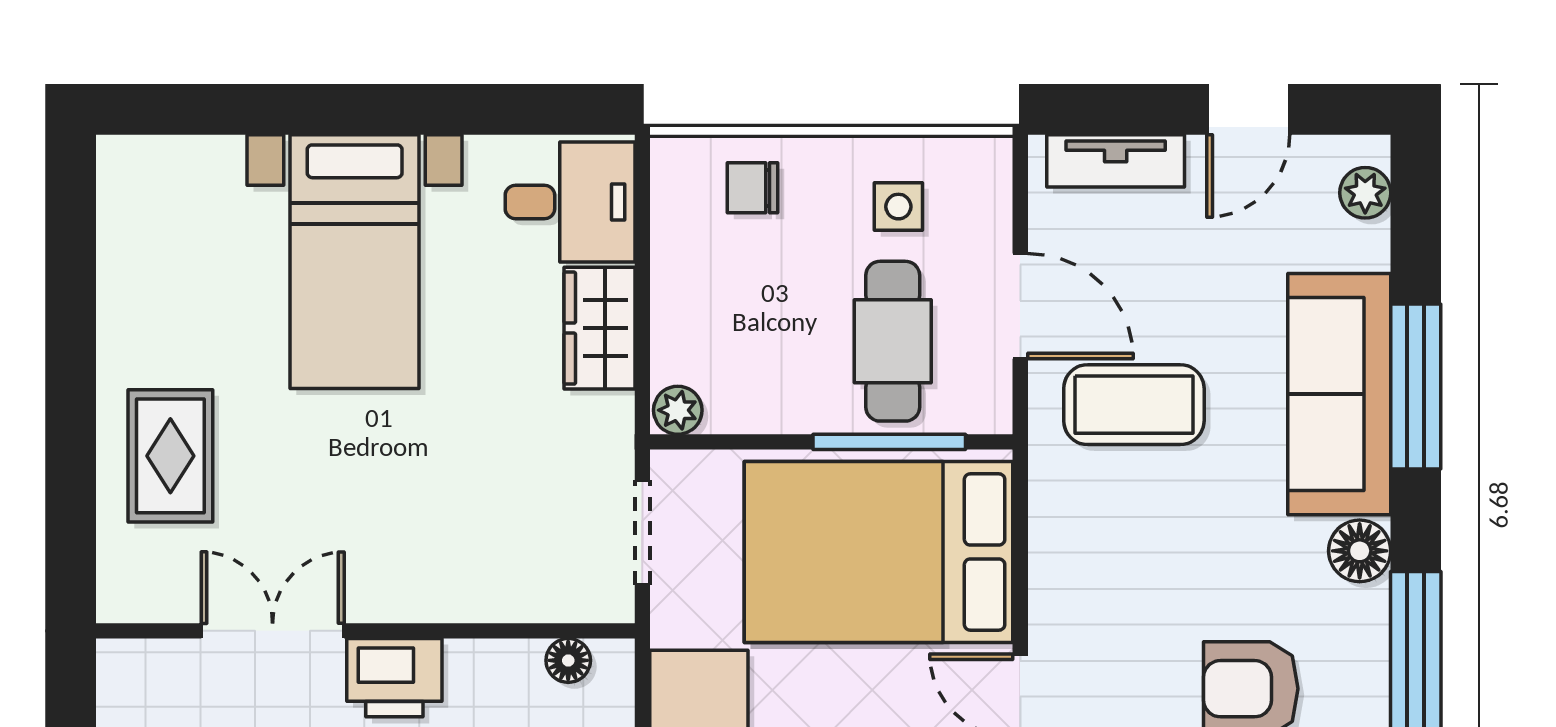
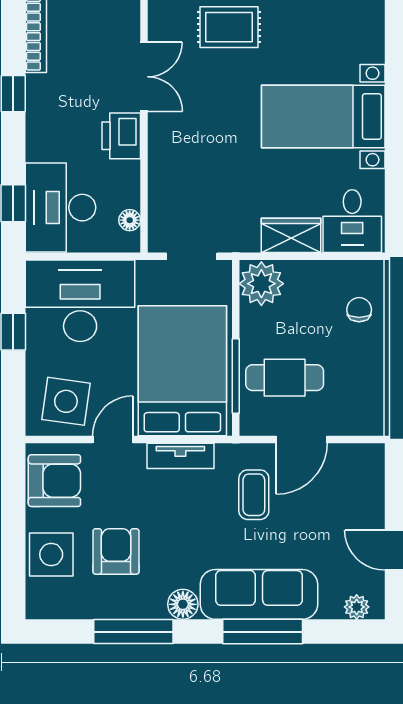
tv unit: (1116, 161) -> (180, 456), moved, turned -90
side table: (898, 207) -> (350, 380), removed
coffee table: (1134, 405) -> (254, 495), width x0.73, depth x0.77
plant: (678, 410) -> (261, 284), width x1.88, depth x1.88

